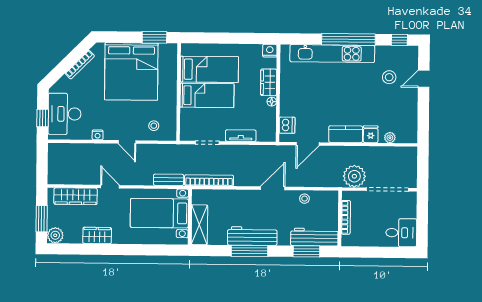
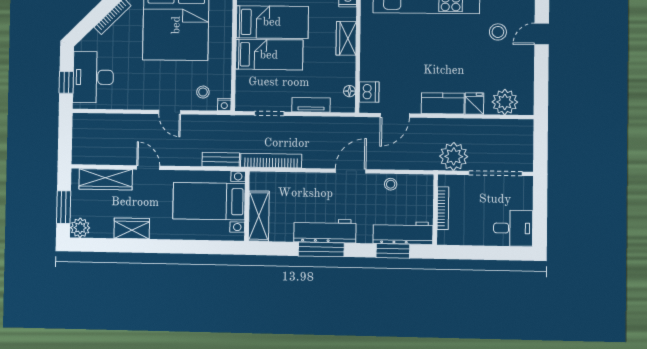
floor lamp: (272, 102) -> (349, 91), moved
nightstand: (98, 135) -> (224, 105), moved
plant: (390, 138) -> (505, 102), width x1.87, depth x1.87

